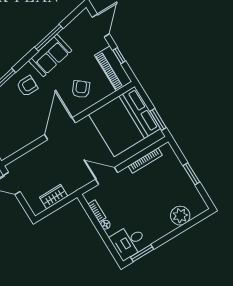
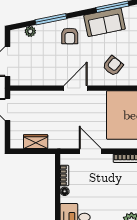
armchair: (27, 86) -> (70, 36), turned 90
door: (60, 129) -> (76, 88), width x0.73

